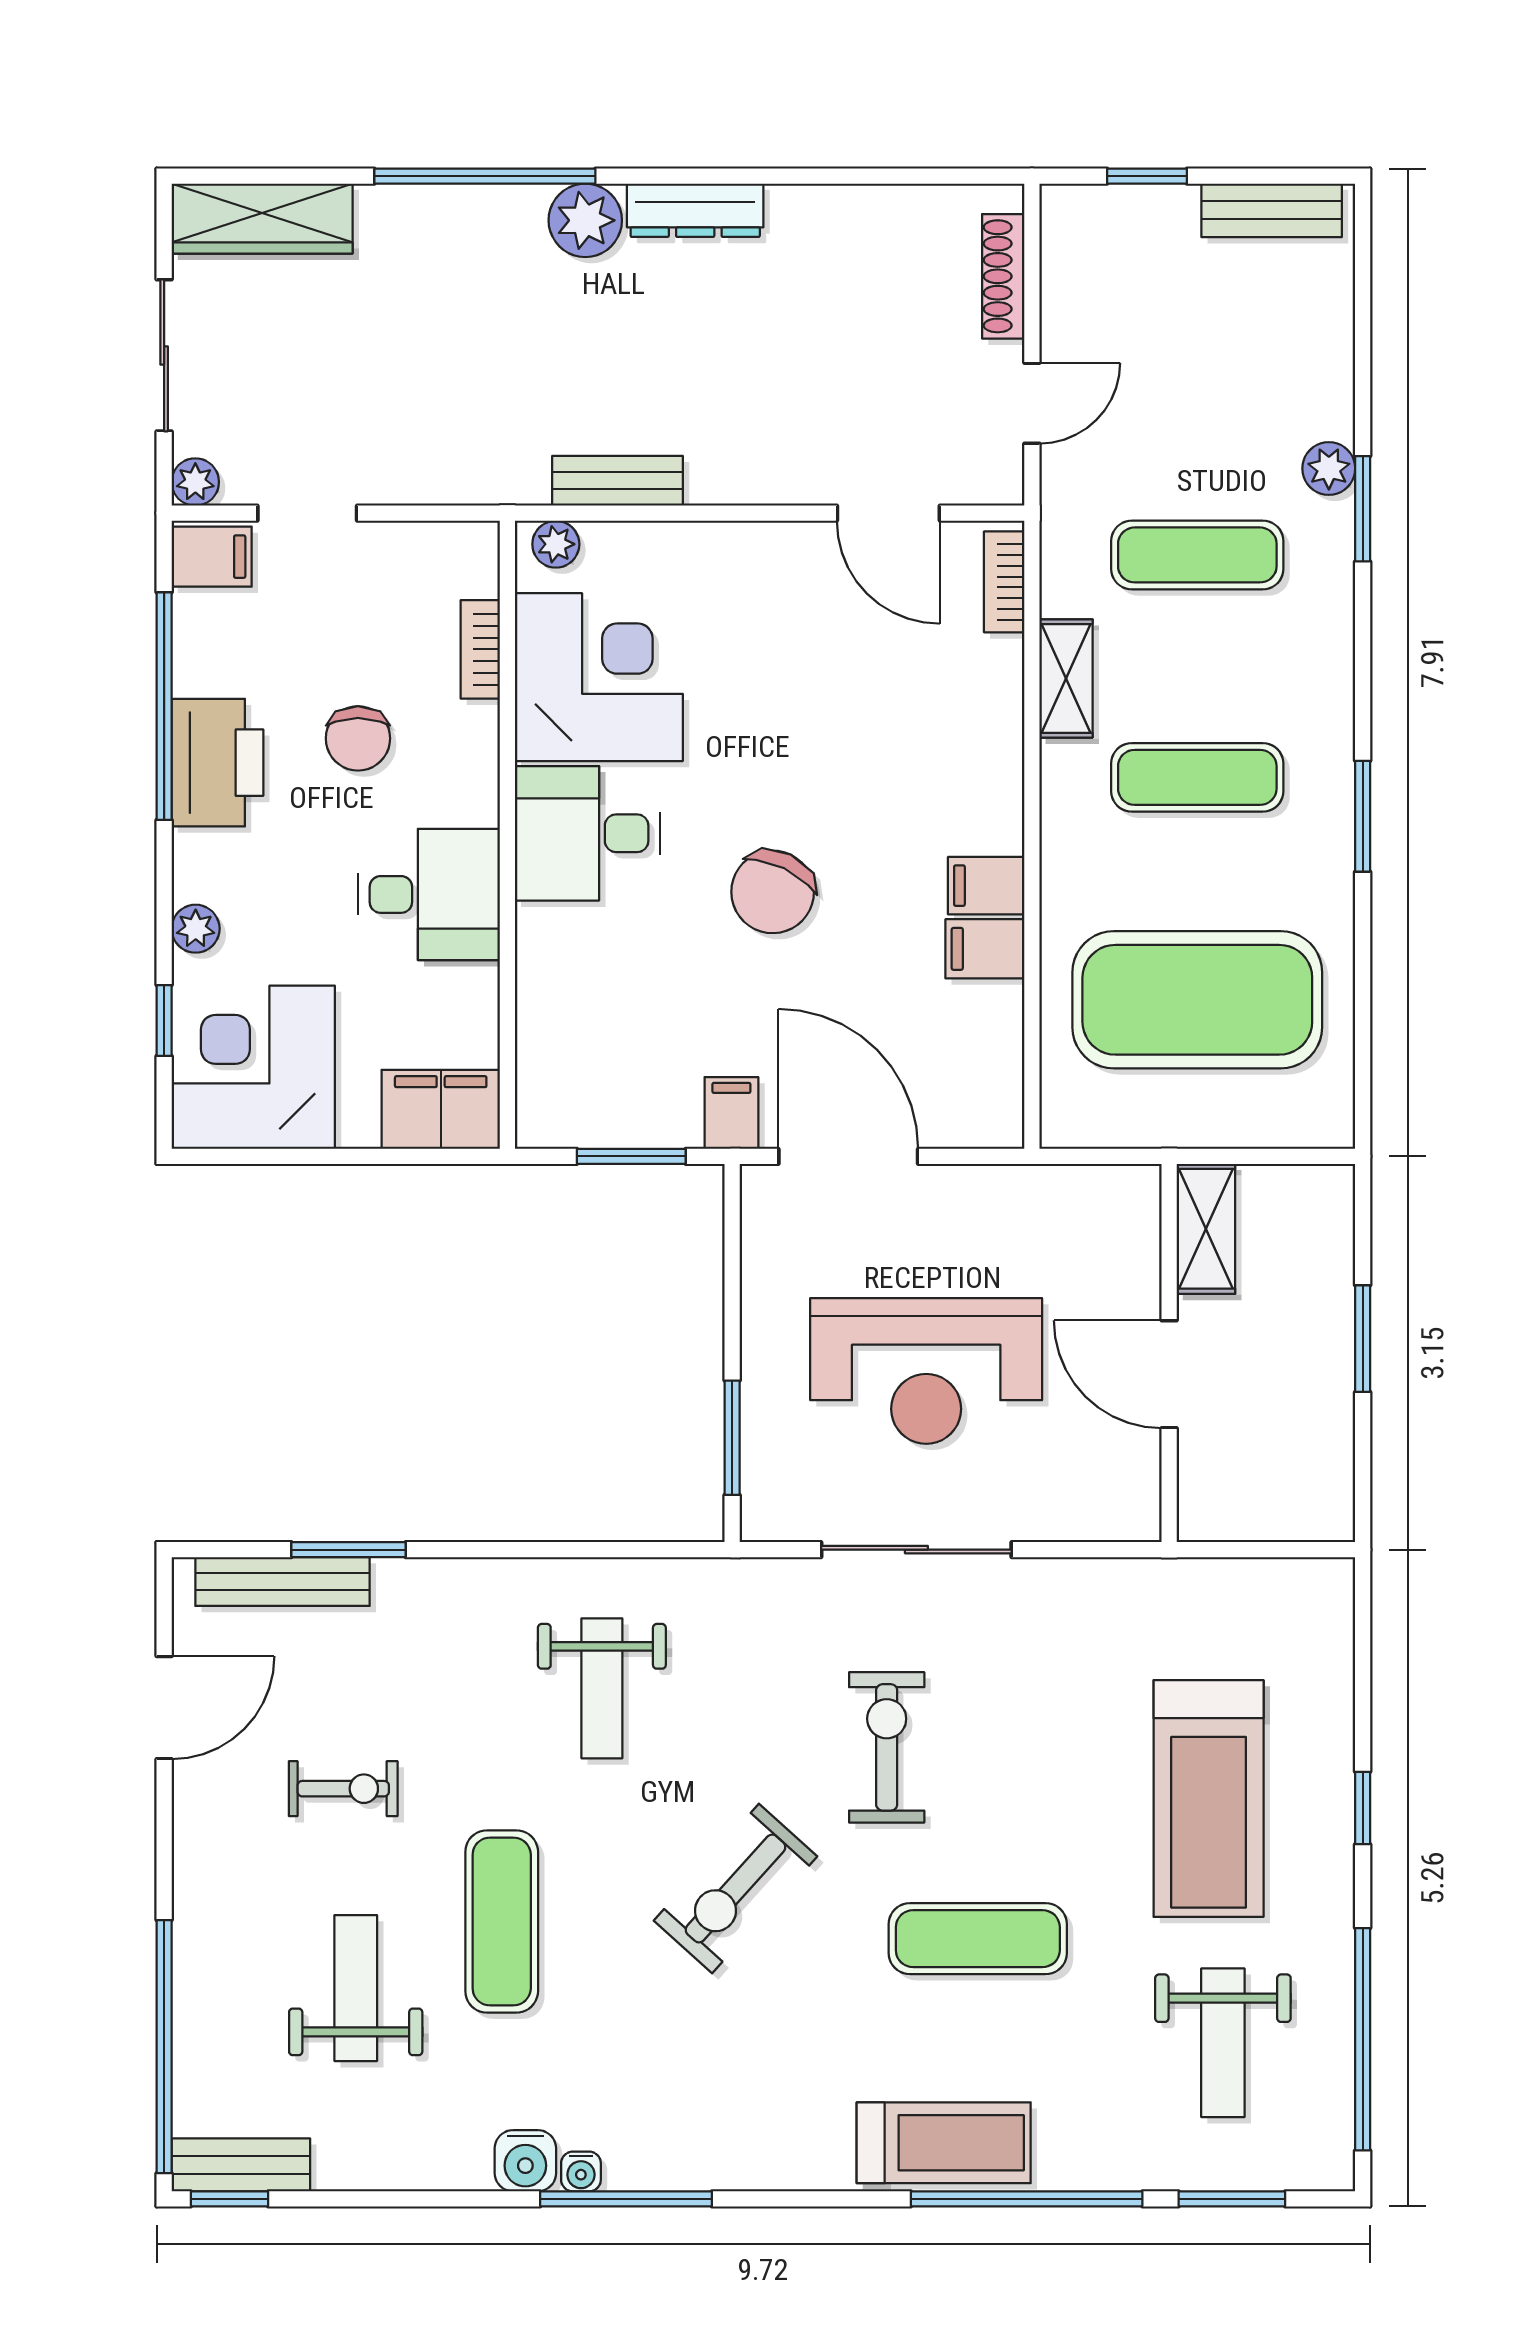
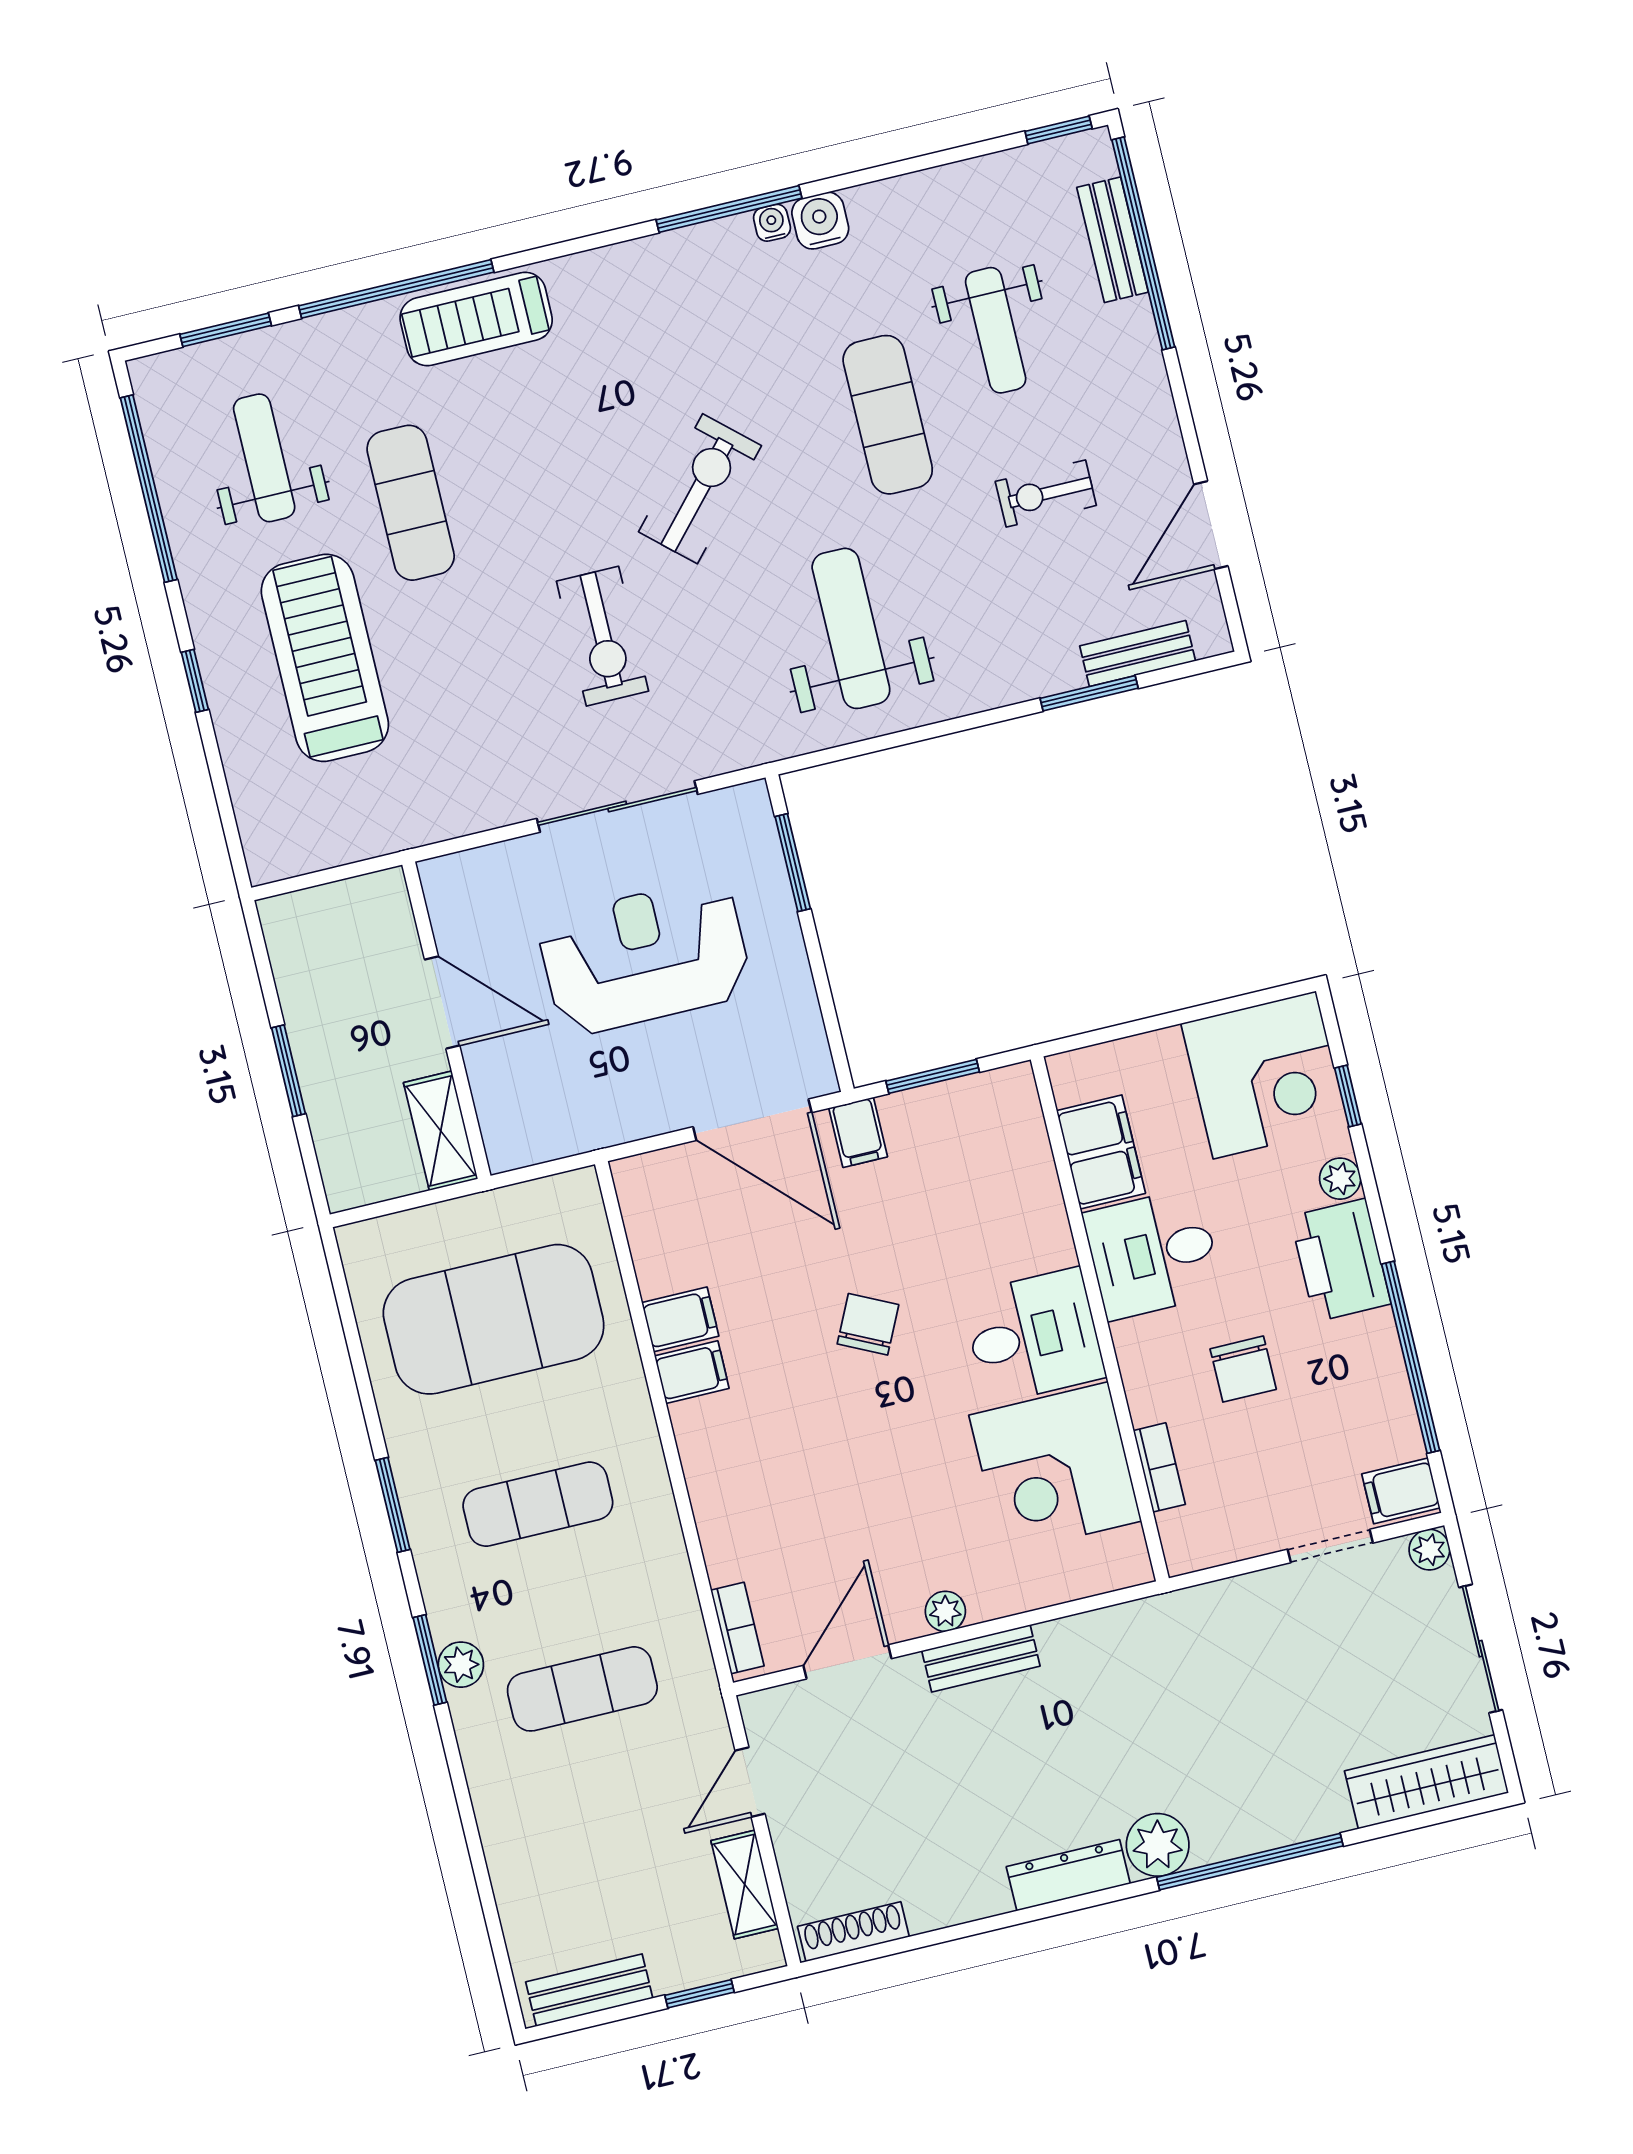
shoe rack: (1003, 276) -> (853, 1932), moved, turned -90
plant: (1329, 468) -> (461, 1665), moved
bench: (618, 481) -> (981, 1658), moved
window: (1363, 509) -> (430, 1660), moved
door: (888, 513) -> (847, 1662), hinge flipped
plant: (556, 544) -> (945, 1611), moved
shelving: (1066, 678) -> (745, 1885), moved
chair: (358, 738) -> (1243, 1369), turned 180
printer: (217, 763) -> (1340, 1260), moved
chair: (773, 892) -> (868, 1324), width x0.73, depth x0.73
filing cabinet: (441, 1109) -> (1101, 1152), moved, turned -90
bench: (283, 1581) -> (1138, 654), width x0.73
weight bench: (602, 1688) -> (851, 628), width x1.36, depth x1.33
exercise mat: (978, 1939) -> (411, 503), moved, turned 90
bench: (241, 2165) -> (1113, 240), moved, turned 90

